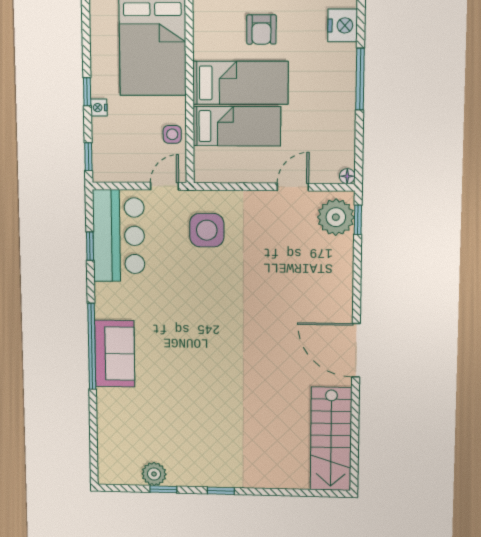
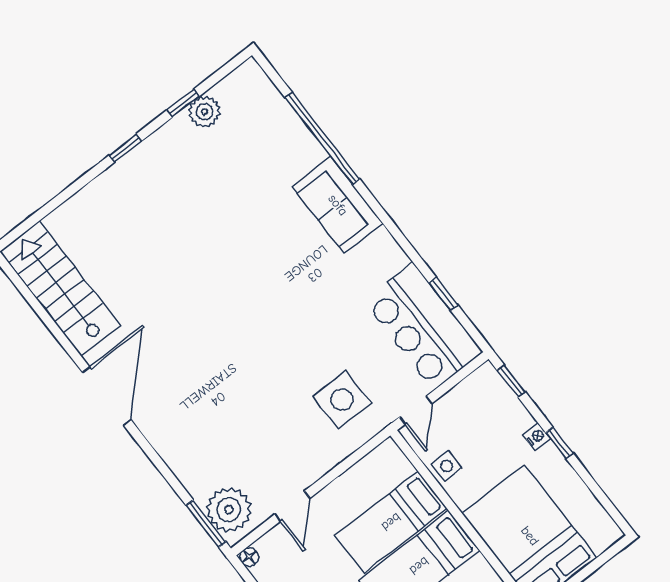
window: (358, 220) -> (206, 524), width x1.50
window: (92, 346) -> (322, 138), moved
door: (356, 350) -> (107, 396), hinge flipped

